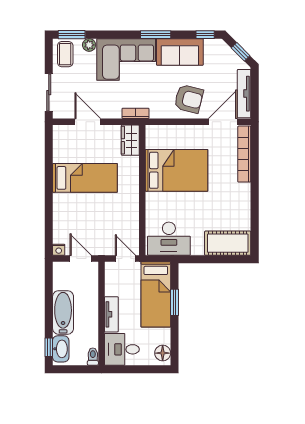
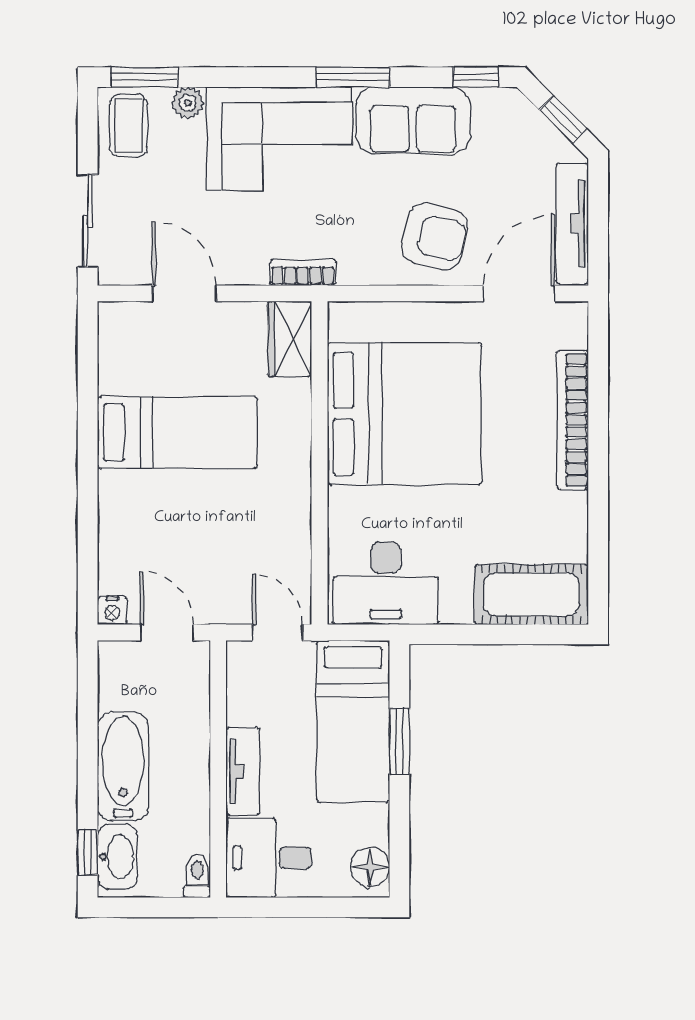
bookcase: (244, 154) -> (573, 420), moved
bed: (176, 170) -> (404, 414), width x1.36

